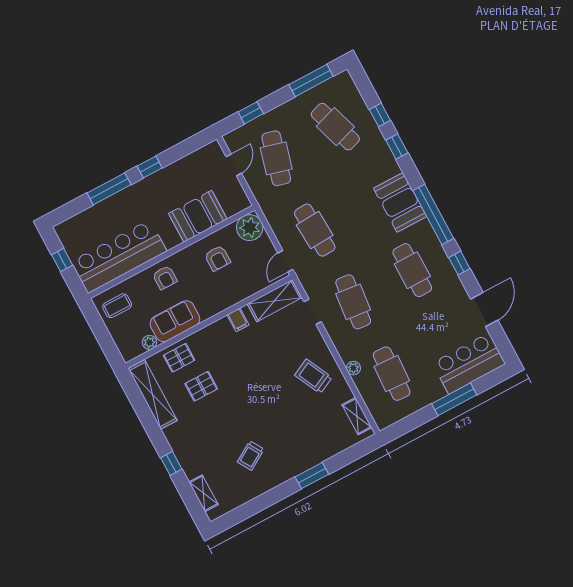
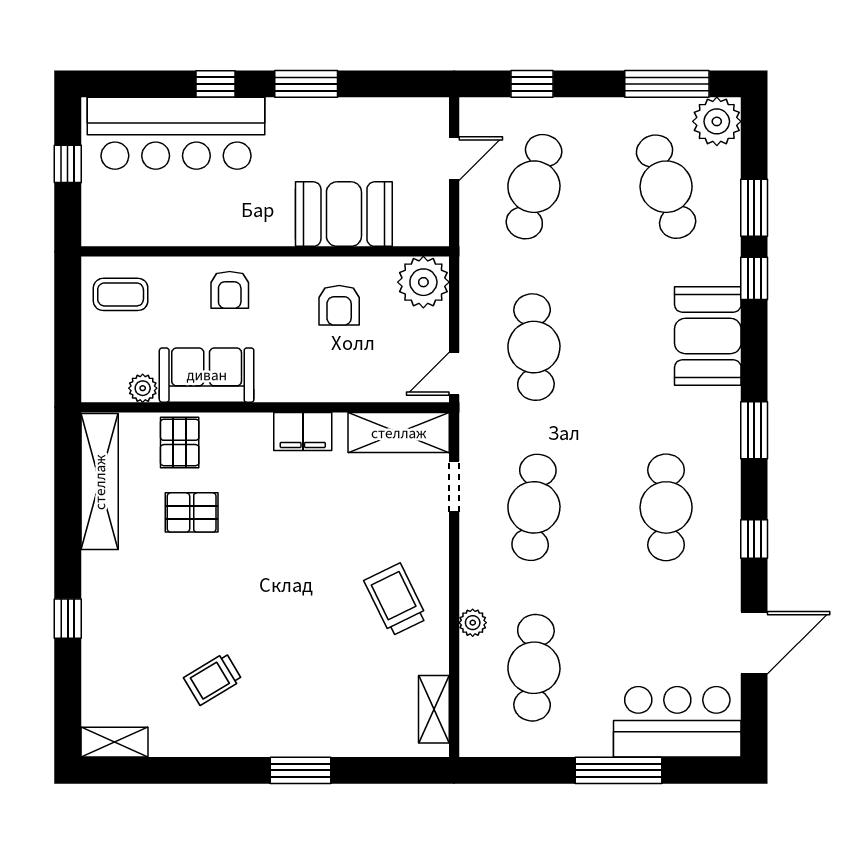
plant: (342, 85) -> (717, 121), added
window: (380, 115) -> (754, 208), width x1.50
window: (150, 167) -> (306, 84), width x1.50
window: (109, 189) -> (215, 84), width x0.46
booth: (400, 202) -> (708, 336), moved
window: (433, 214) -> (754, 430), width x0.47
bar counter: (119, 256) -> (176, 133), moved, turned 180
filing cabinet: (238, 320) -> (303, 432), width x2.00
pallet: (179, 358) -> (180, 442), turned 90
shelving: (204, 493) -> (114, 742), moved, turned 90

